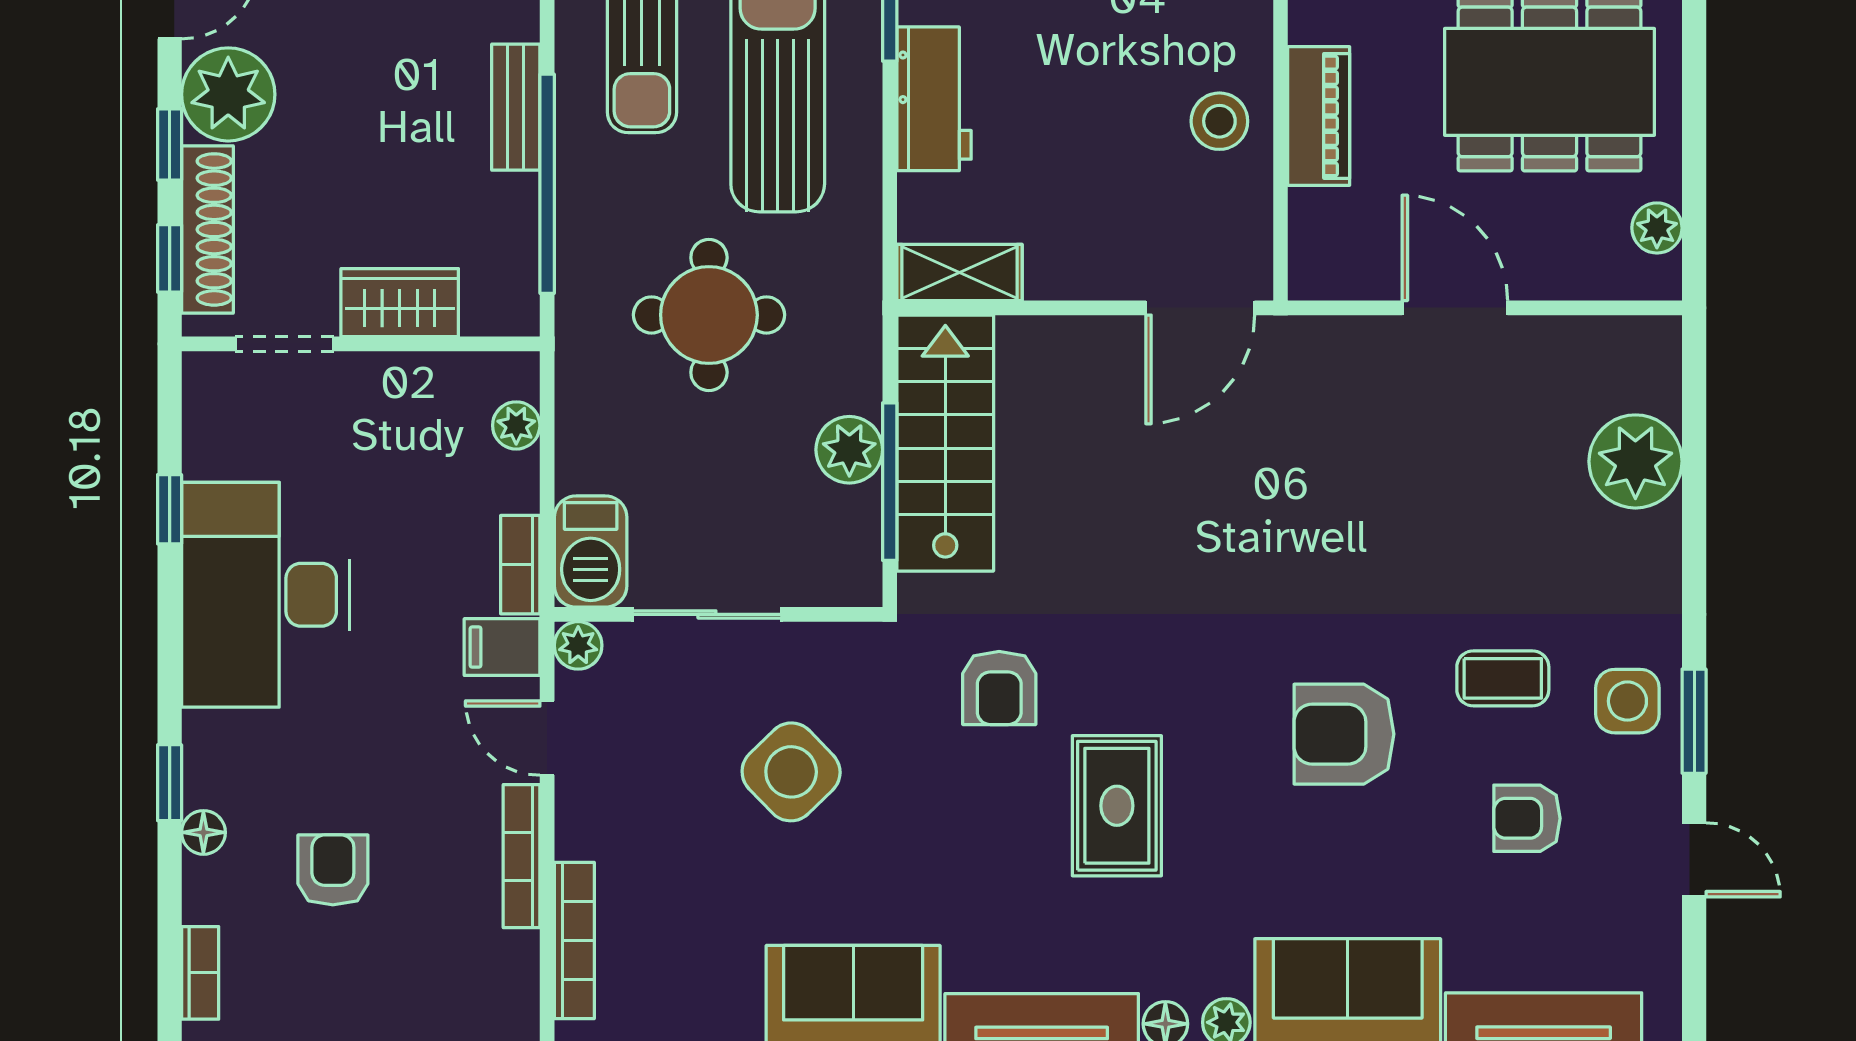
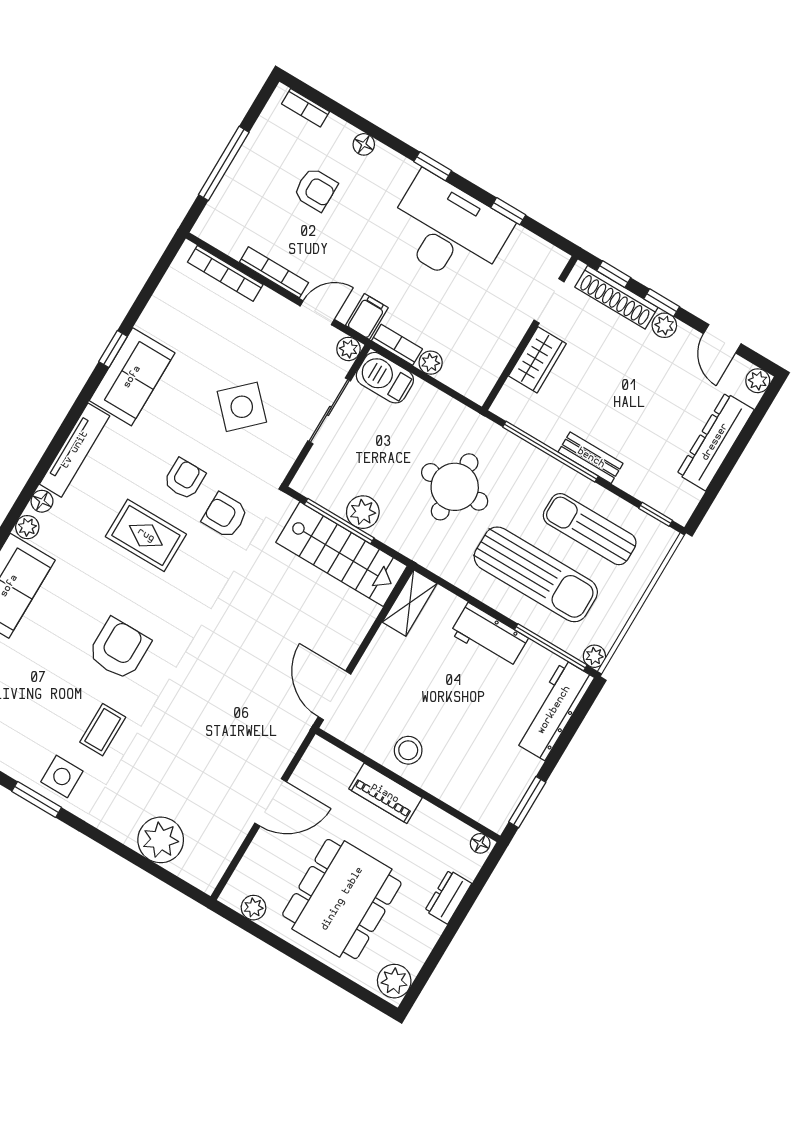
plant: (228, 94) -> (664, 325), width x0.53, depth x0.53
plant: (516, 425) -> (431, 363), moved
window: (170, 783) -> (433, 166), moved
armchair: (1527, 818) -> (184, 479), moved

